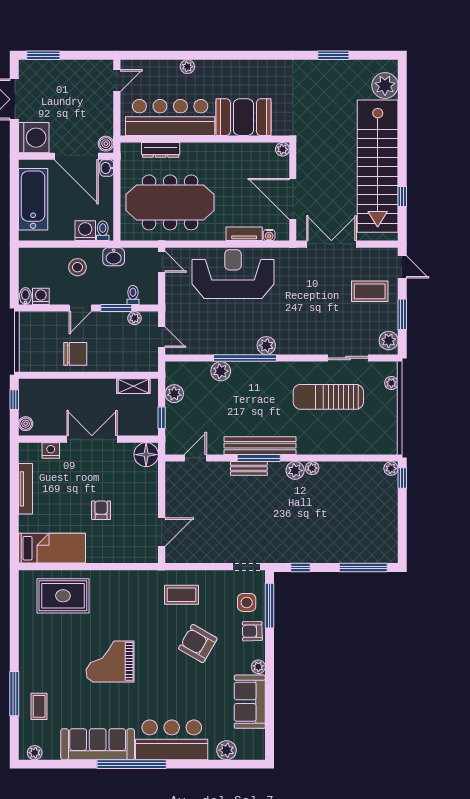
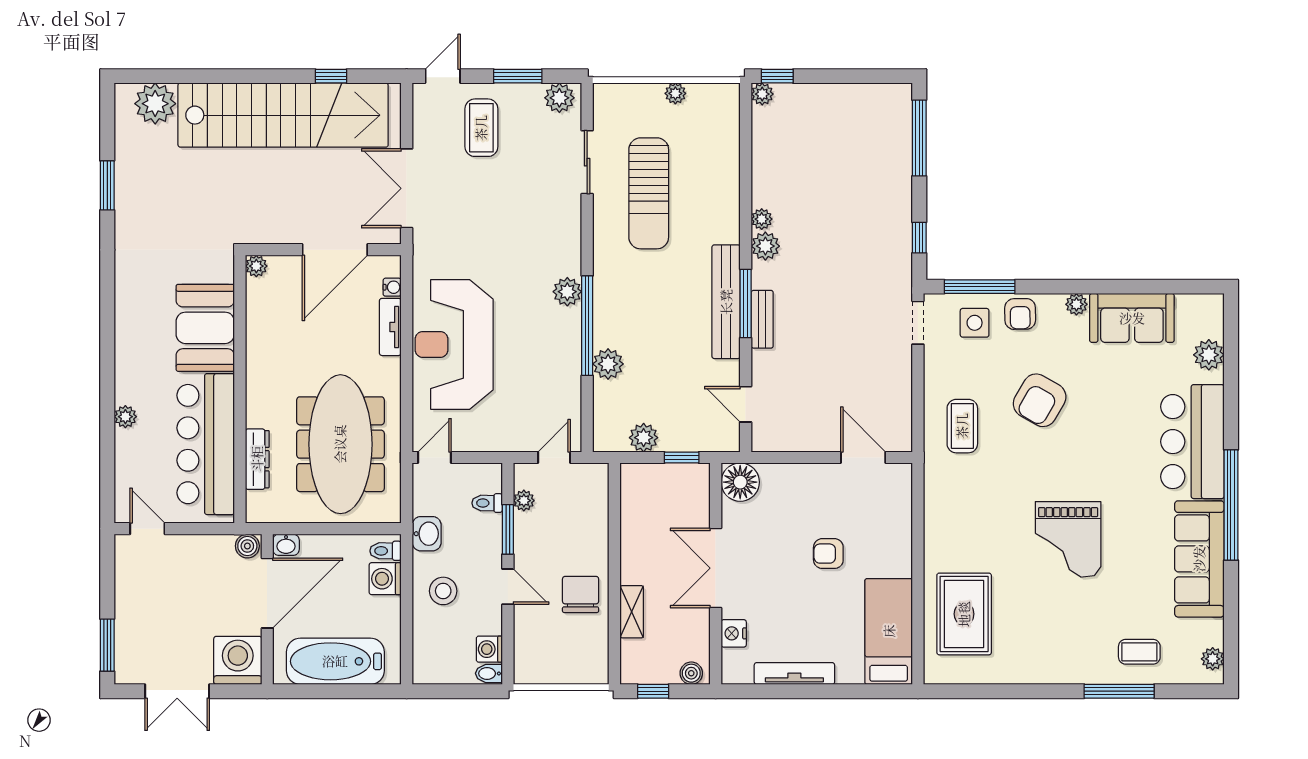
plant: (391, 383) -> (675, 93), moved
shelving: (133, 386) -> (632, 612), moved

